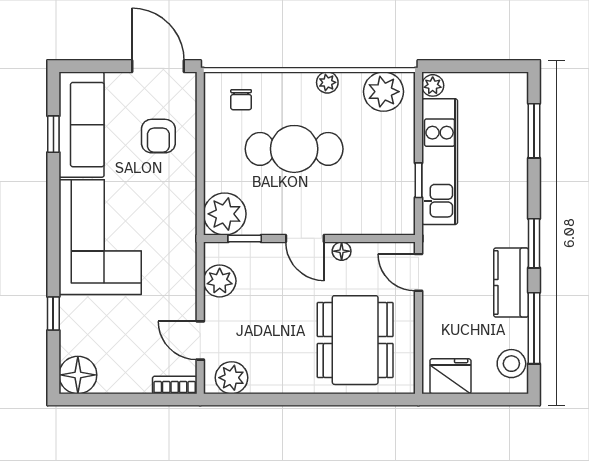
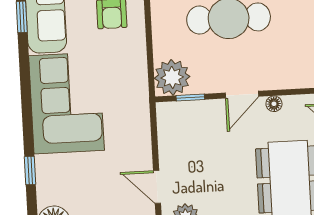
door: (305, 238) -> (242, 95), hinge flipped
plant: (220, 281) -> (171, 135), removed

